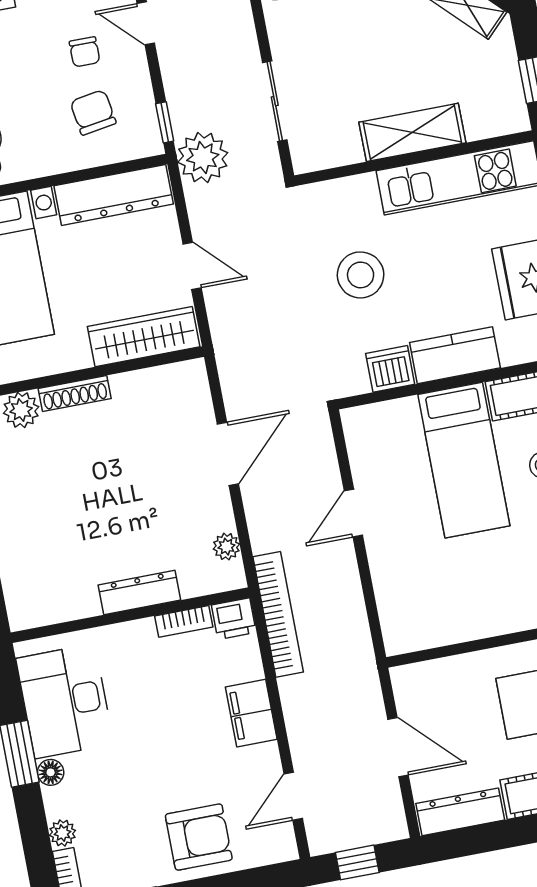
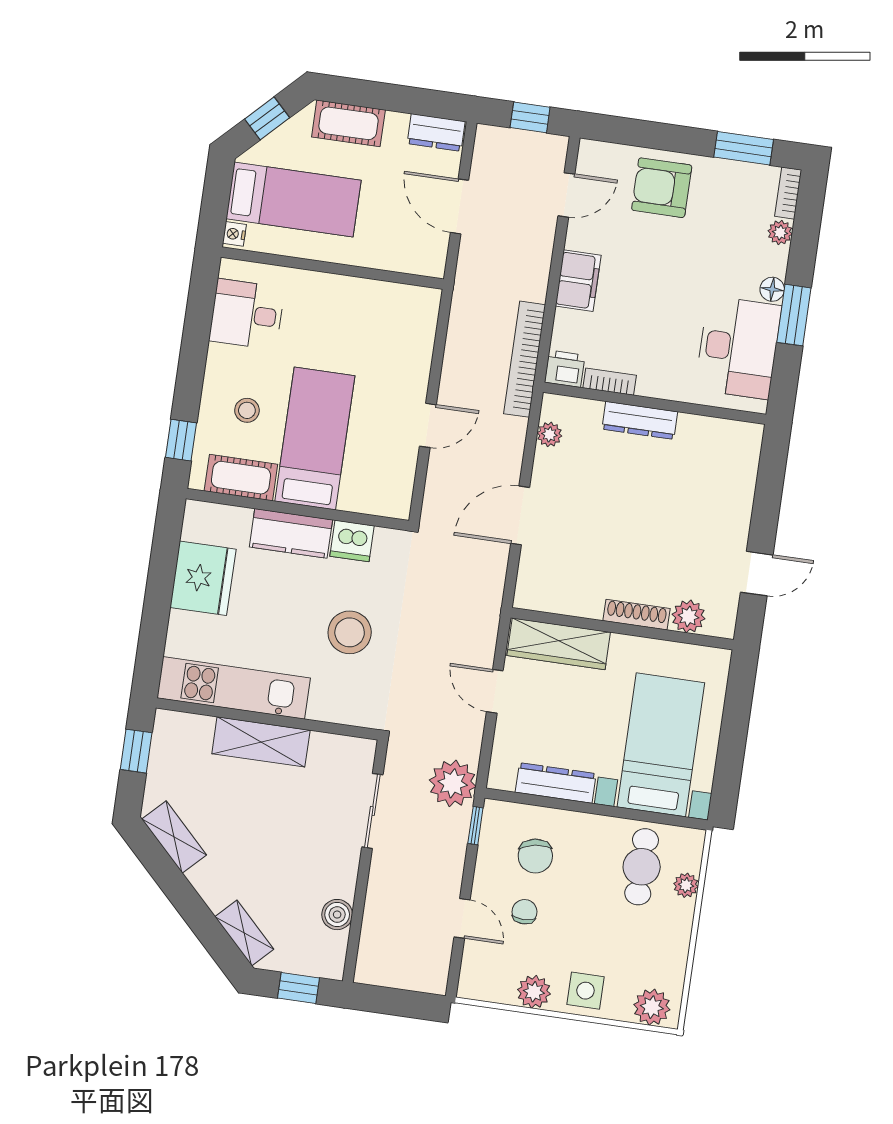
dresser: (114, 195) -> (556, 783), width x0.73, depth x0.80
dresser: (460, 812) -> (436, 132), width x0.70

